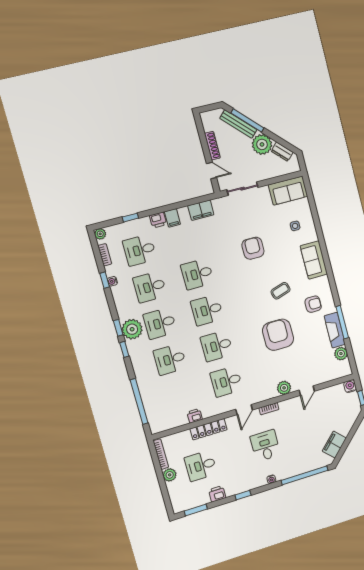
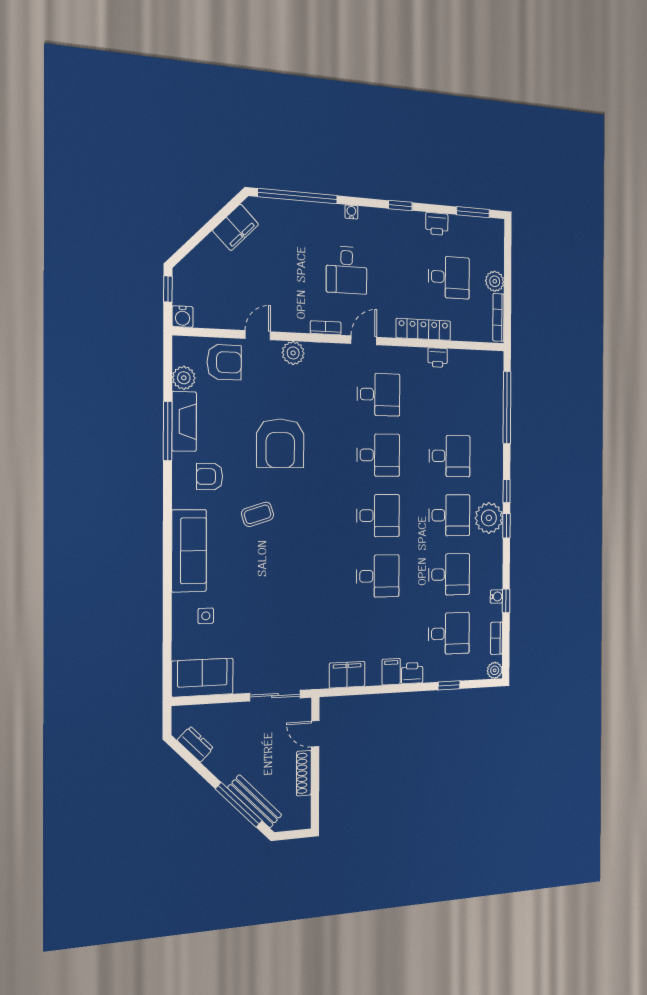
plant: (262, 144) -> (225, 762), removed
armchair: (253, 248) -> (224, 362), moved, turned -90
sofa: (314, 260) -> (189, 551), width x1.36

